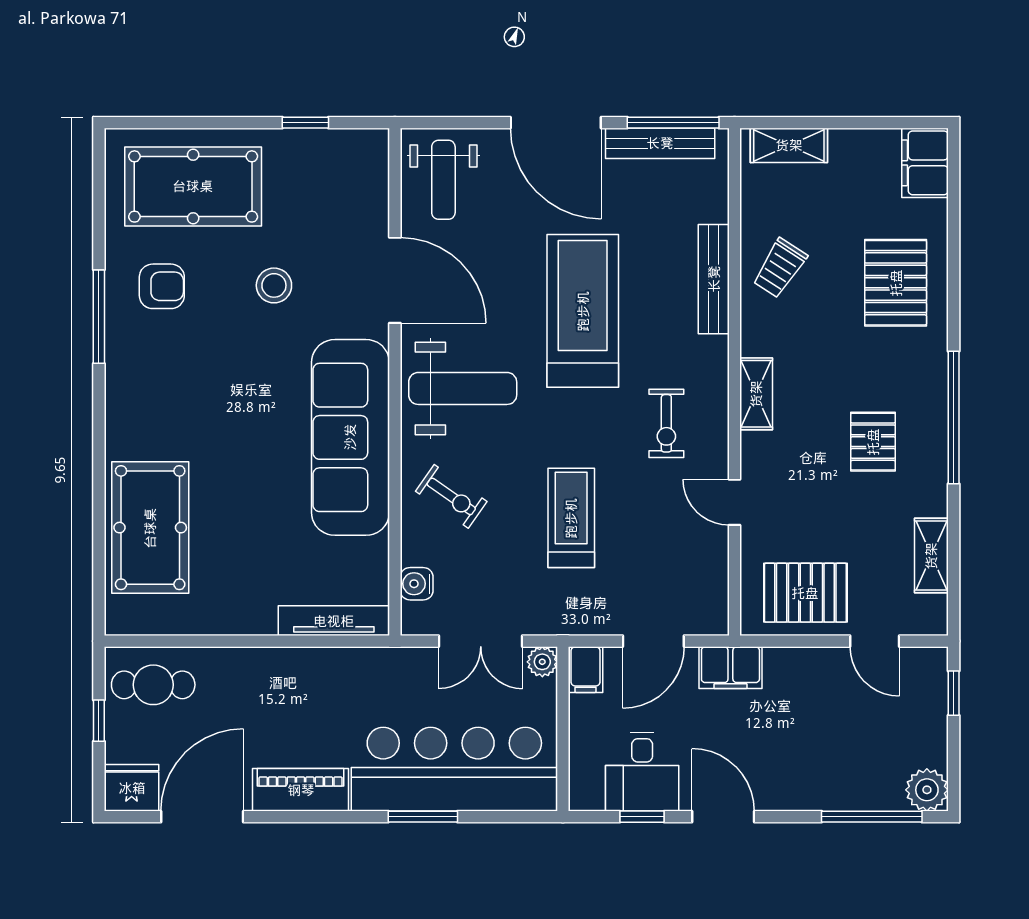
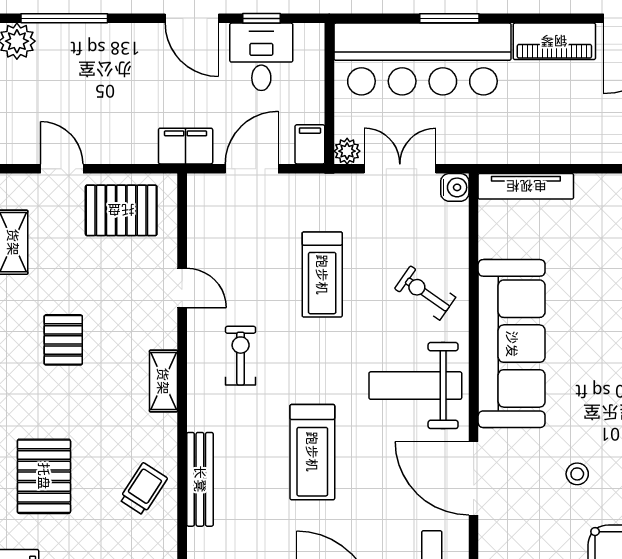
stool: (274, 285) -> (577, 474), width x0.73, depth x0.73
treadmill: (583, 311) -> (312, 452), width x0.73, depth x0.73
water cooler: (417, 584) -> (455, 187), moved

